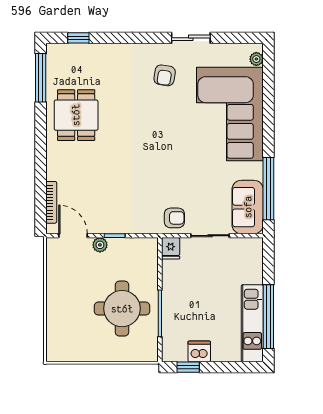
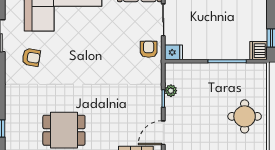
plant: (100, 245) -> (171, 91), moved
round table: (122, 309) -> (245, 116), moved, width x0.73, depth x0.73
dishwasher: (199, 351) -> (259, 51), moved

